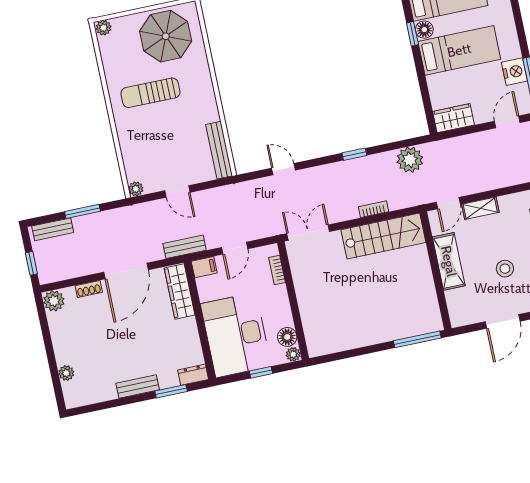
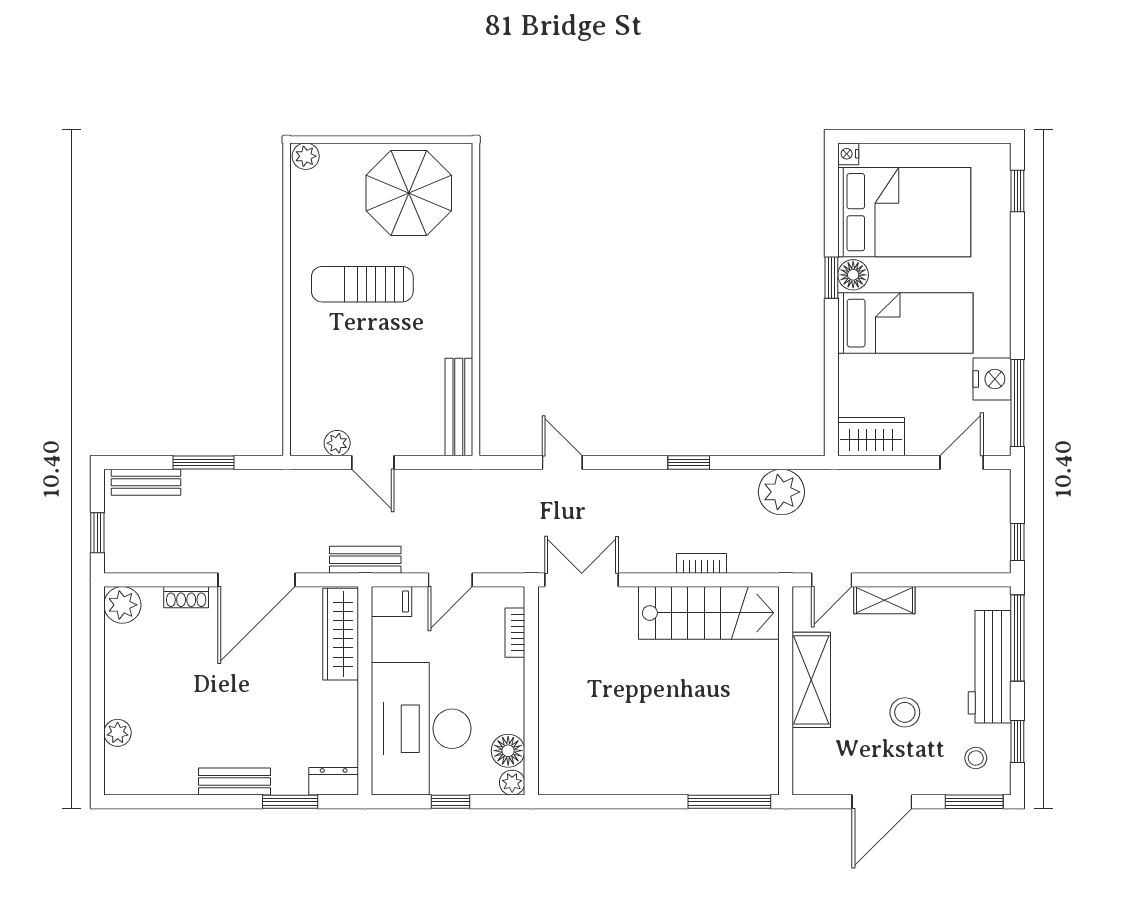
plant: (136, 189) -> (337, 443), moved

